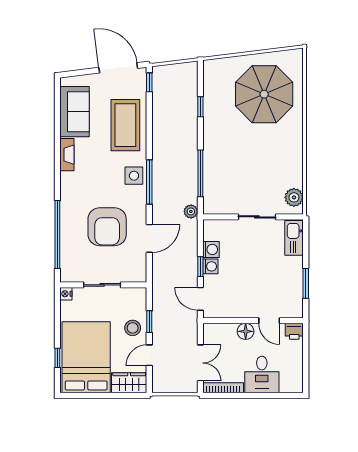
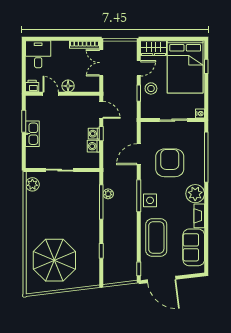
plant: (72, 185) -> (195, 194), added
plant: (191, 211) -> (108, 194), moved
kitchen sink: (294, 238) -> (32, 134), moved
desk: (262, 374) -> (38, 54), moved

